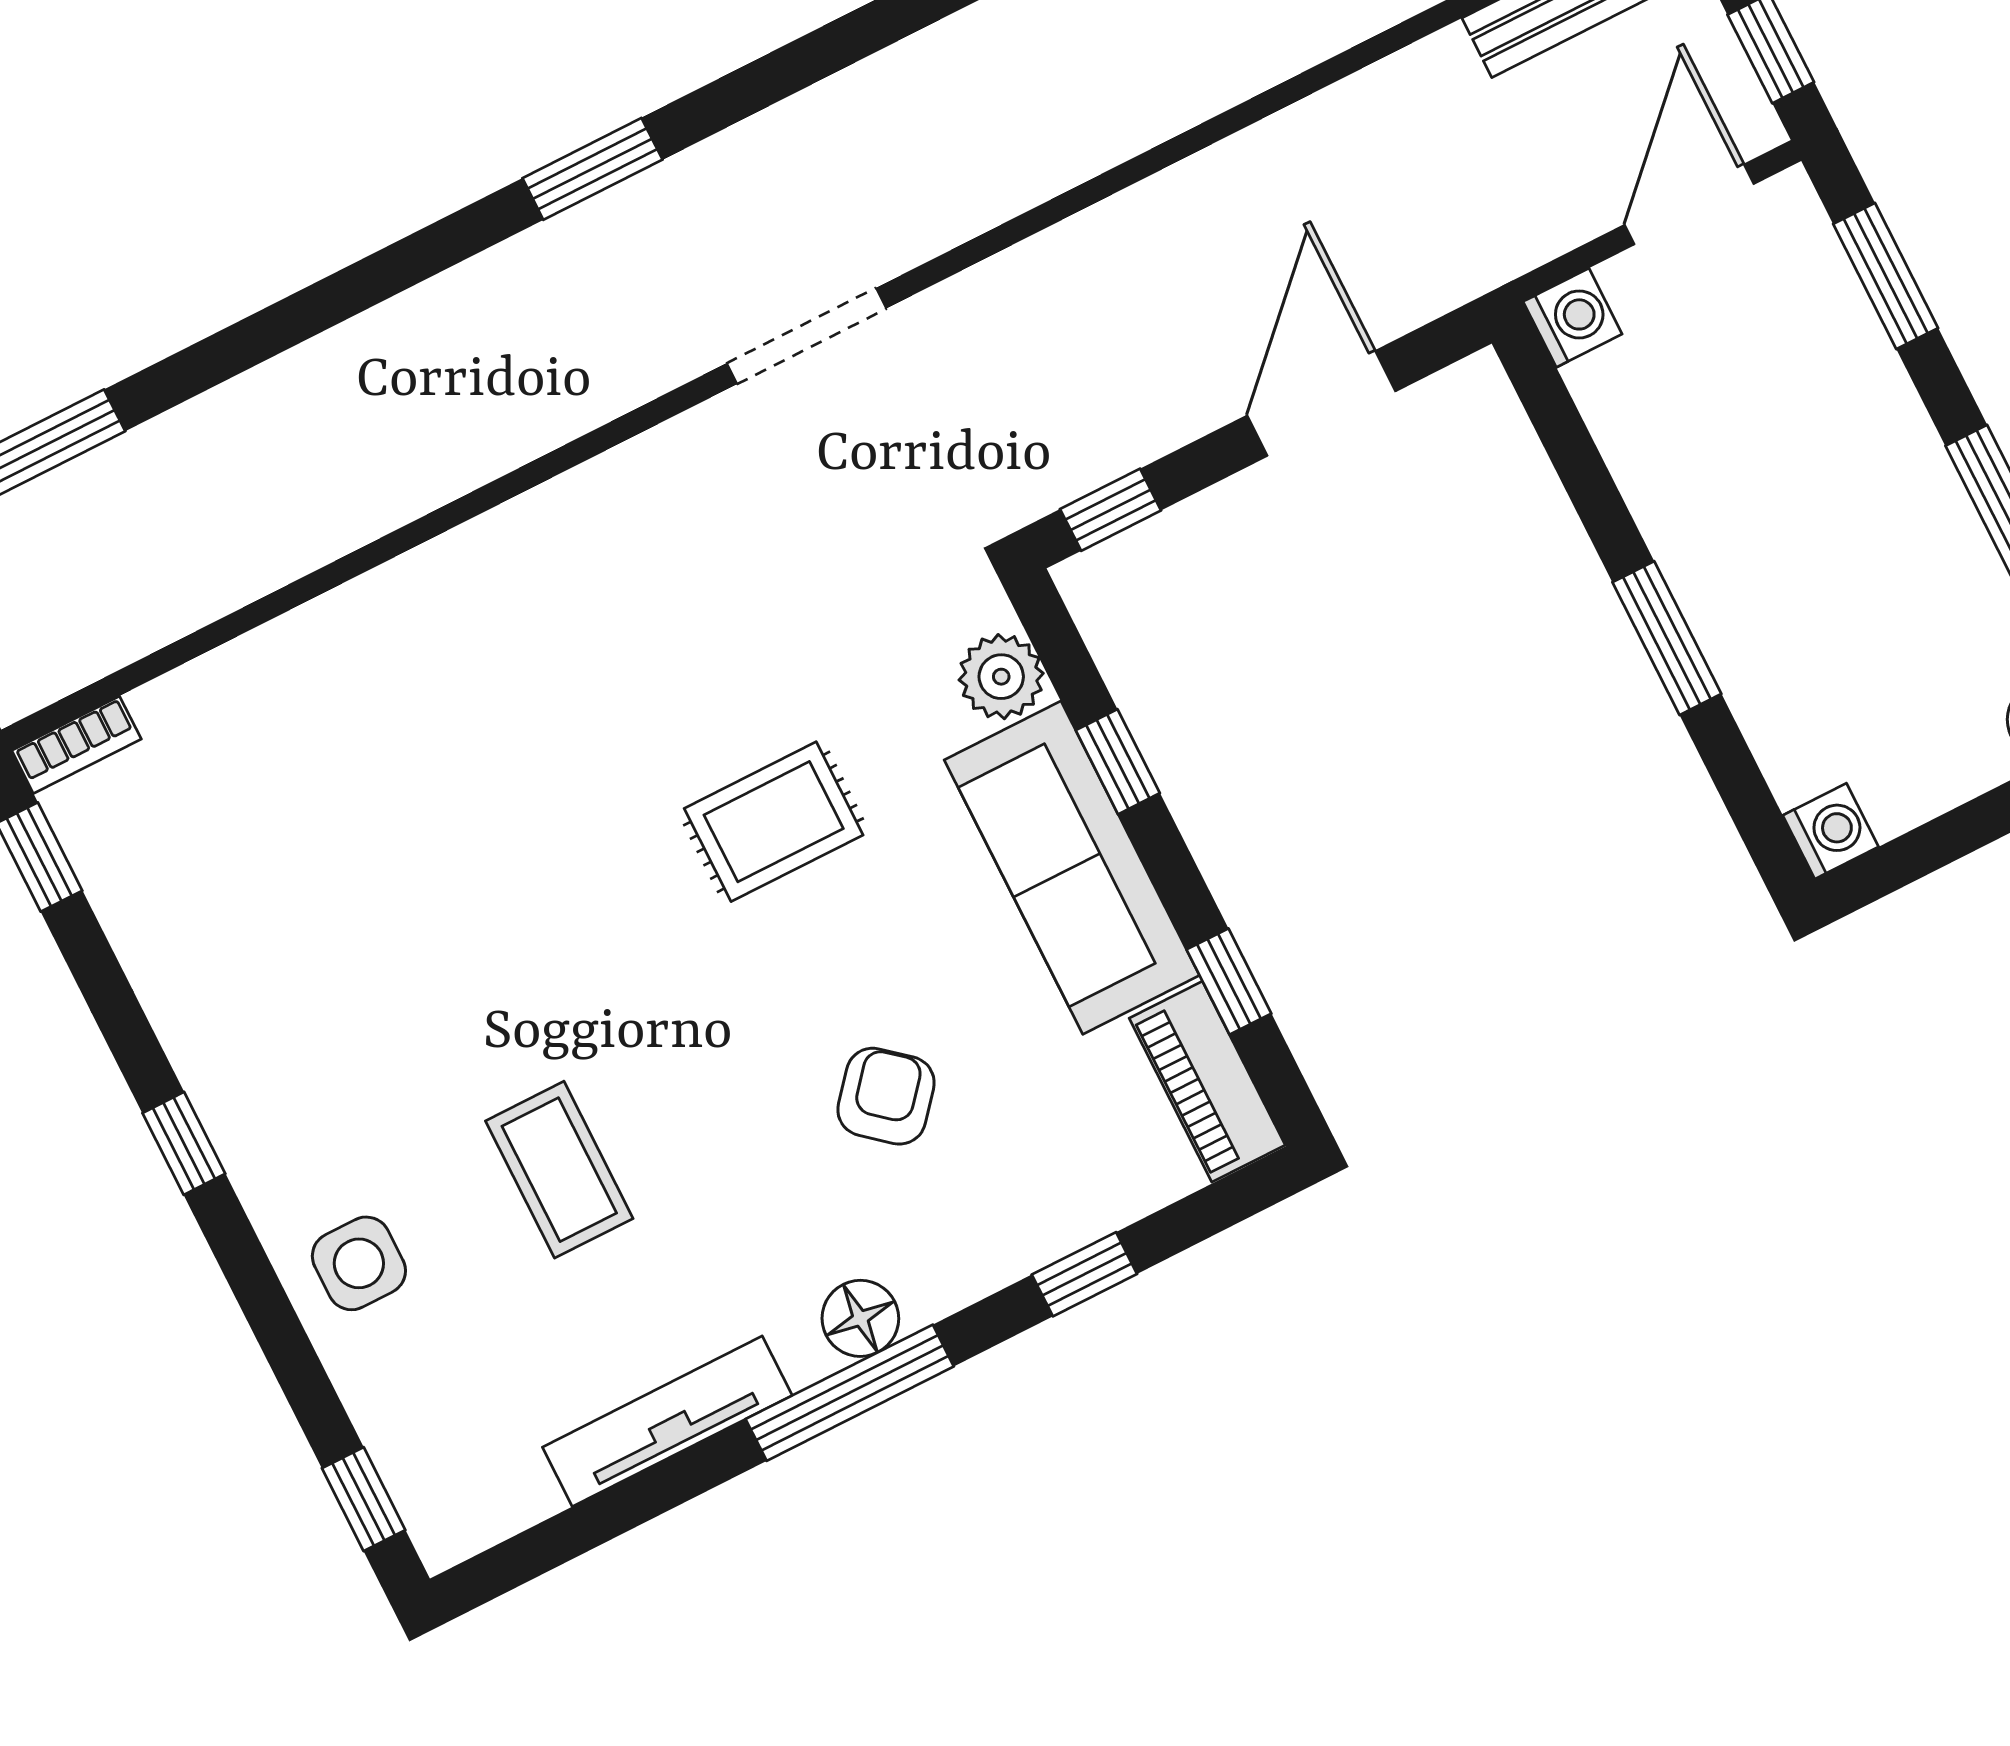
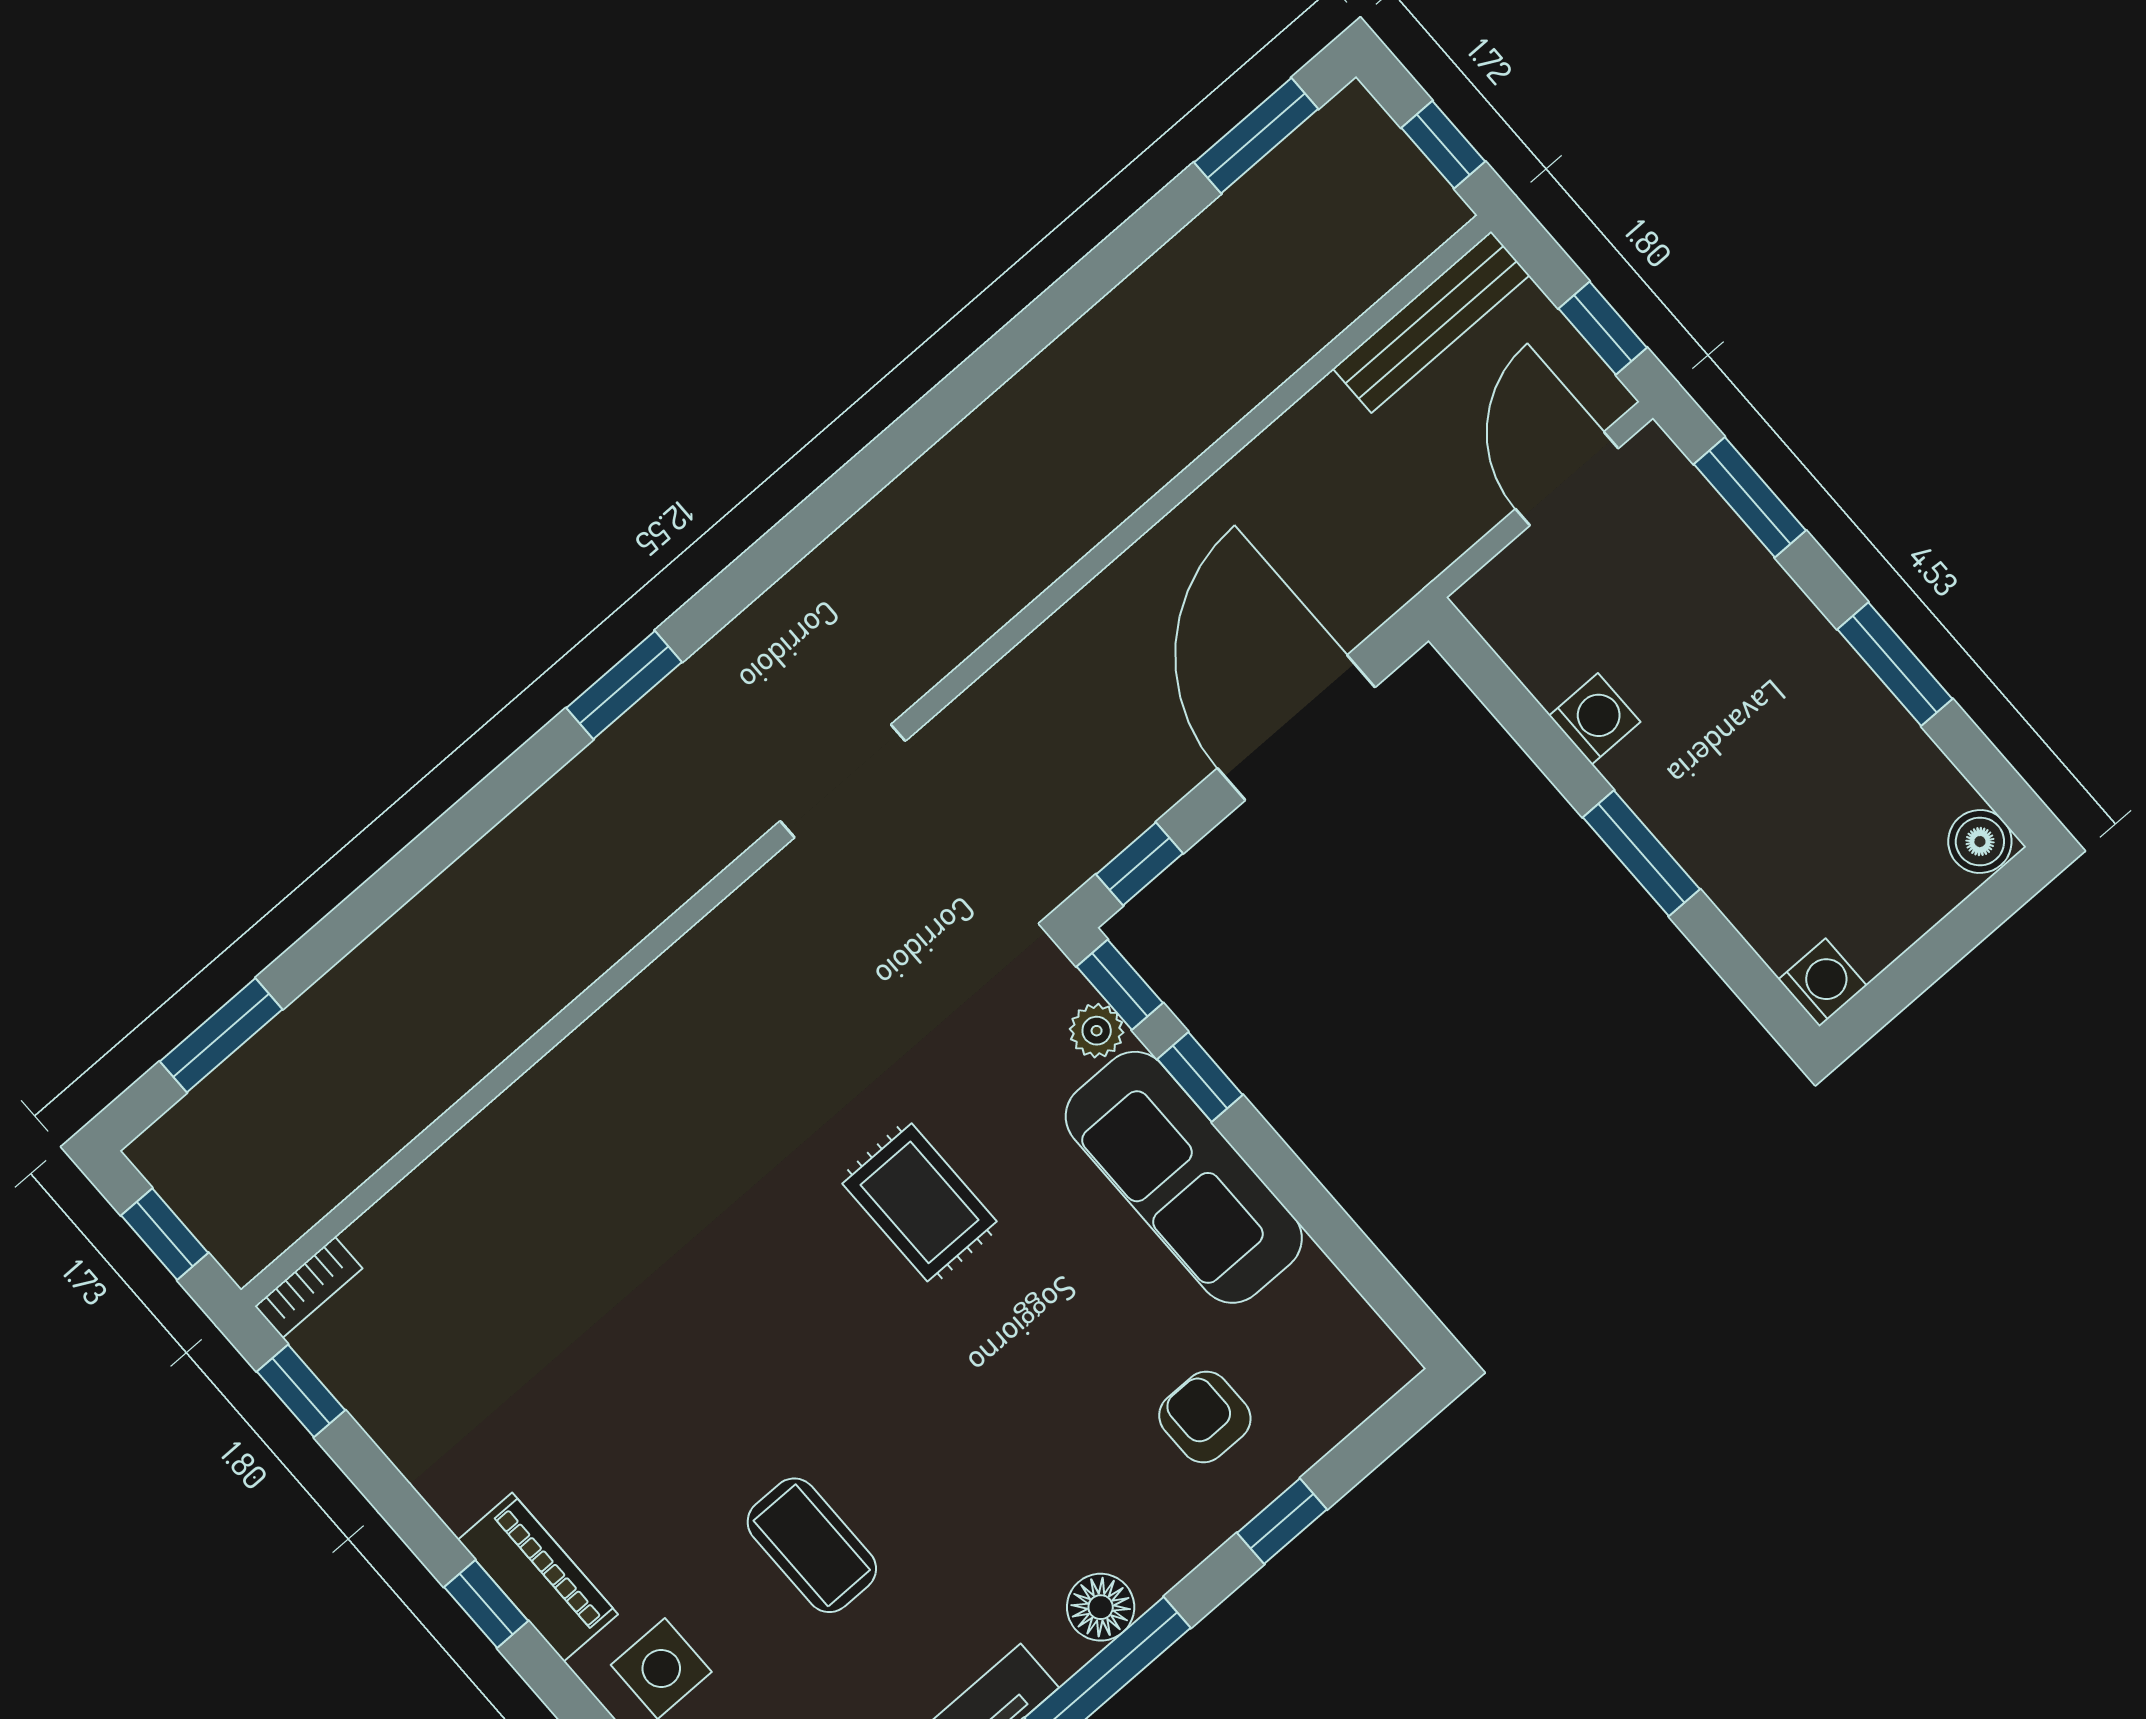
washing machine: (1573, 318) -> (1595, 719), moved
door: (1321, 403) -> (1296, 728), width x1.36
plant: (1001, 677) -> (1097, 1031), width x0.73, depth x0.73
rug: (774, 822) -> (919, 1202), turned 90
window: (1229, 982) -> (1120, 985), moved
piano: (1207, 1082) -> (538, 1577), moved, turned 180
armchair: (886, 1096) -> (1205, 1417), moved, turned -40

